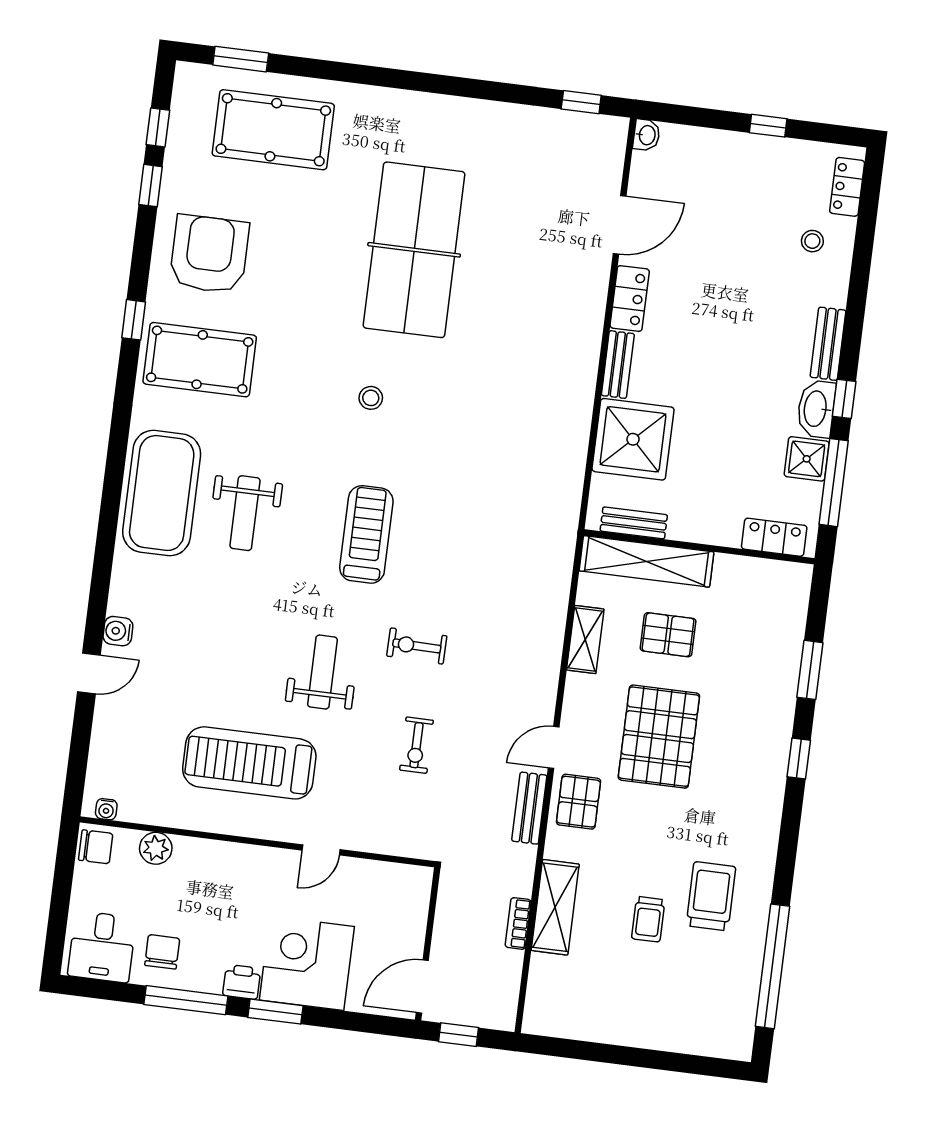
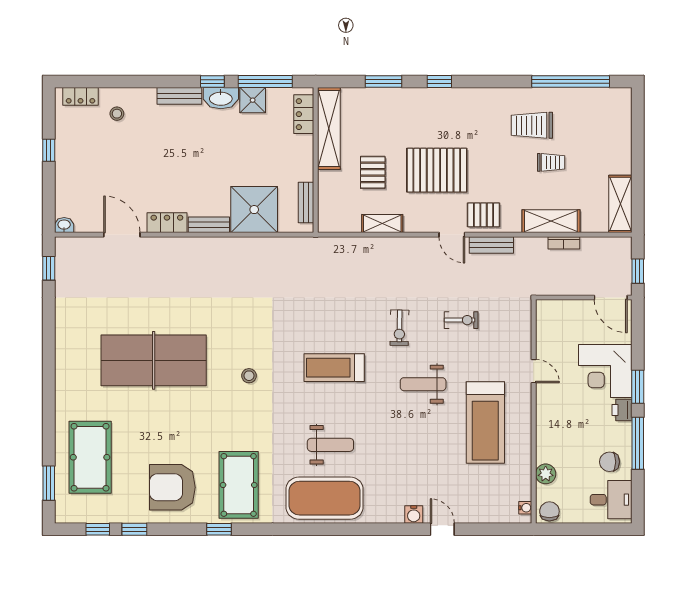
shelving: (647, 561) -> (329, 129), moved
shelving: (569, 1021) -> (620, 204), added

